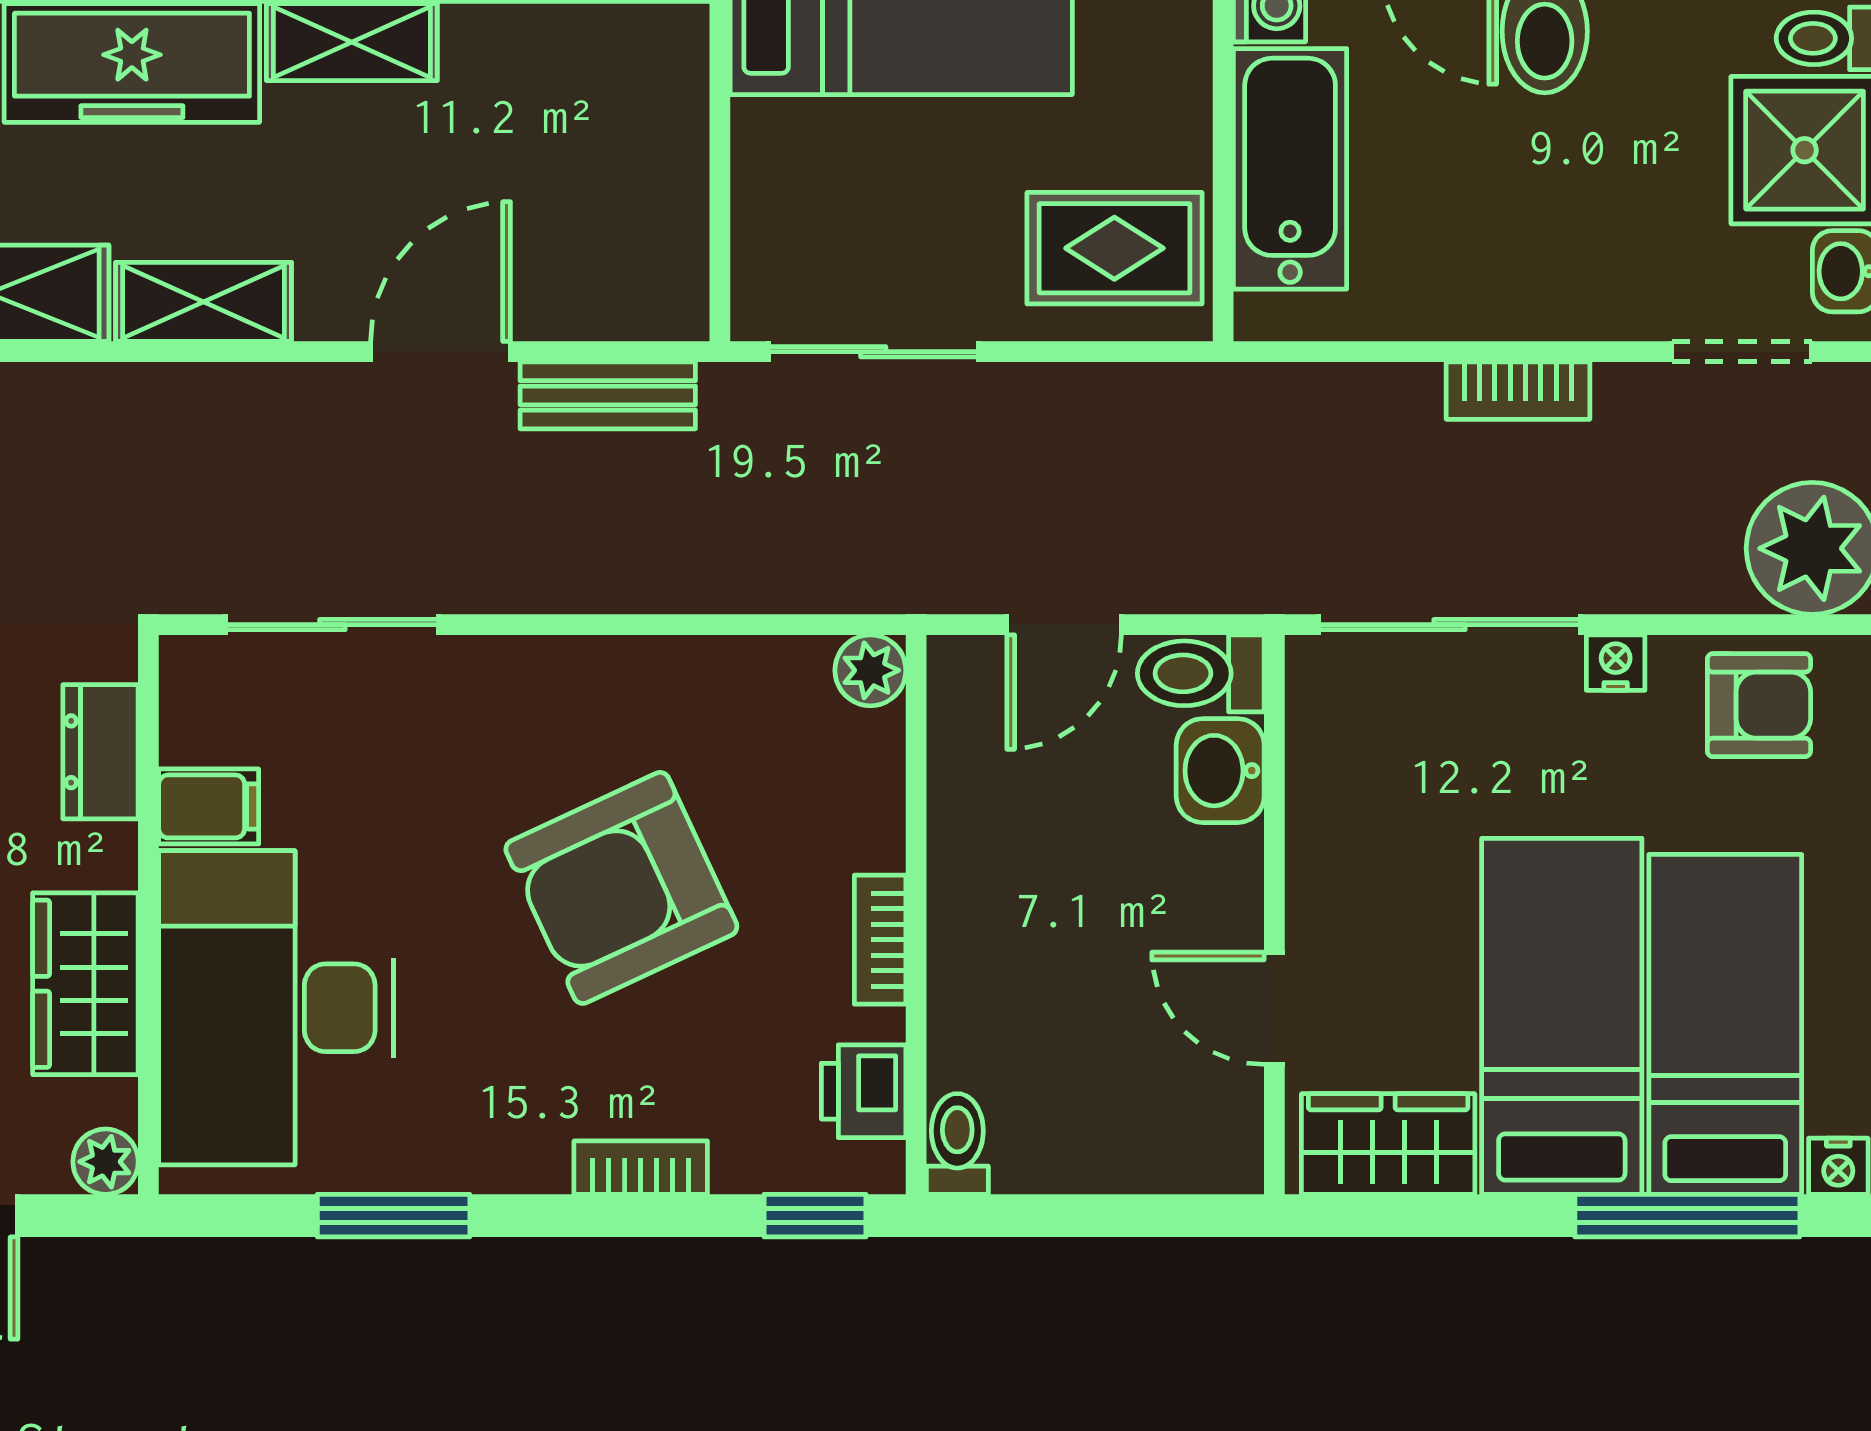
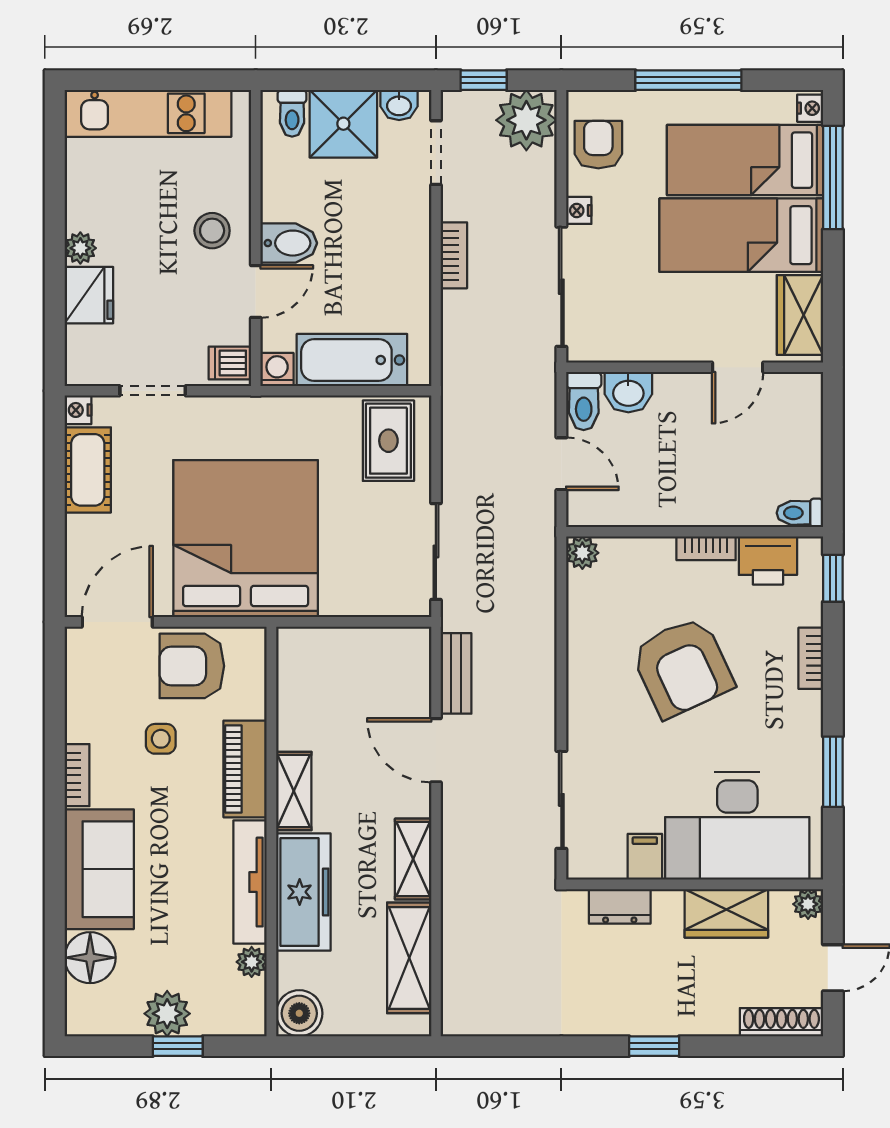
printer: (864, 1091) -> (768, 561), width x1.36, depth x1.24

